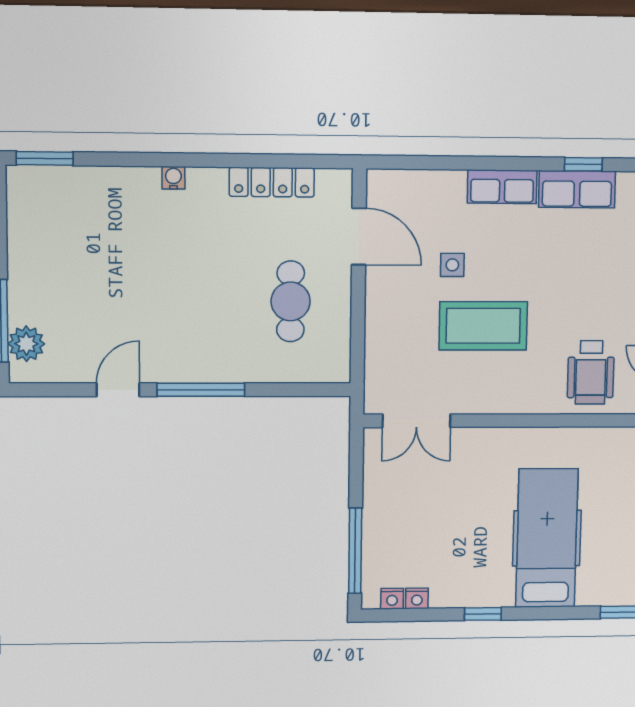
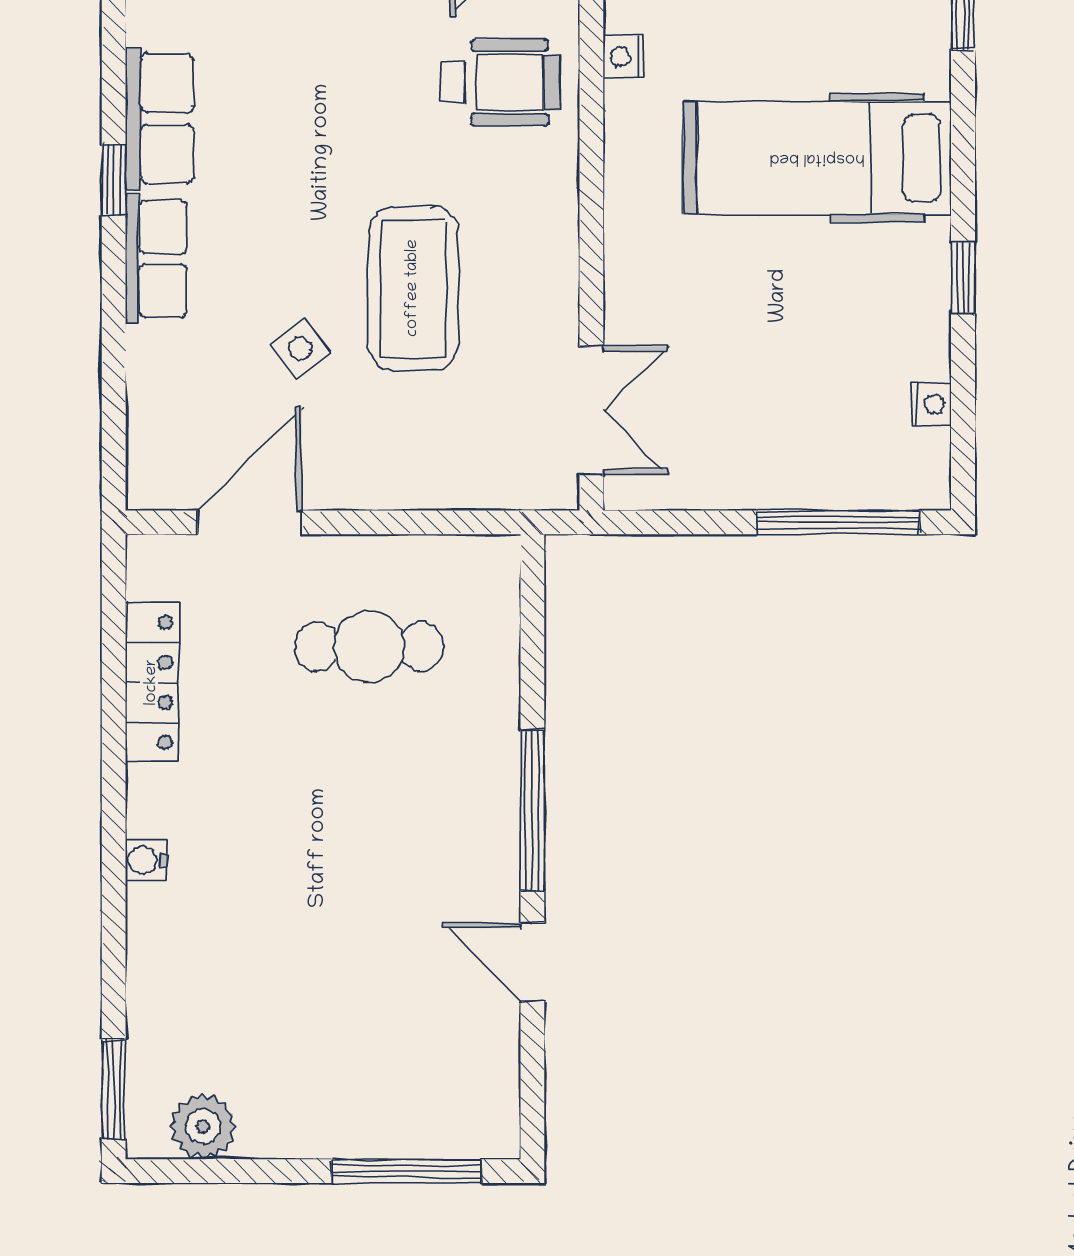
window: (583, 164) -> (114, 180), moved
side table: (452, 265) -> (300, 348), turned -37
plant: (26, 344) -> (203, 1126), moved
nightstand: (392, 599) -> (623, 57), moved, turned 180

